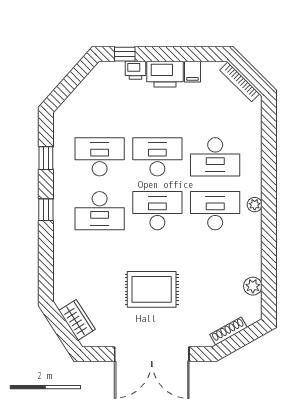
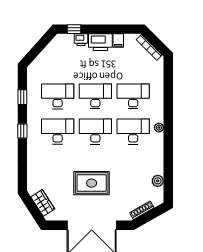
desk: (215, 157) -> (133, 96), turned 180
desk: (100, 211) -> (58, 132), turned 180

